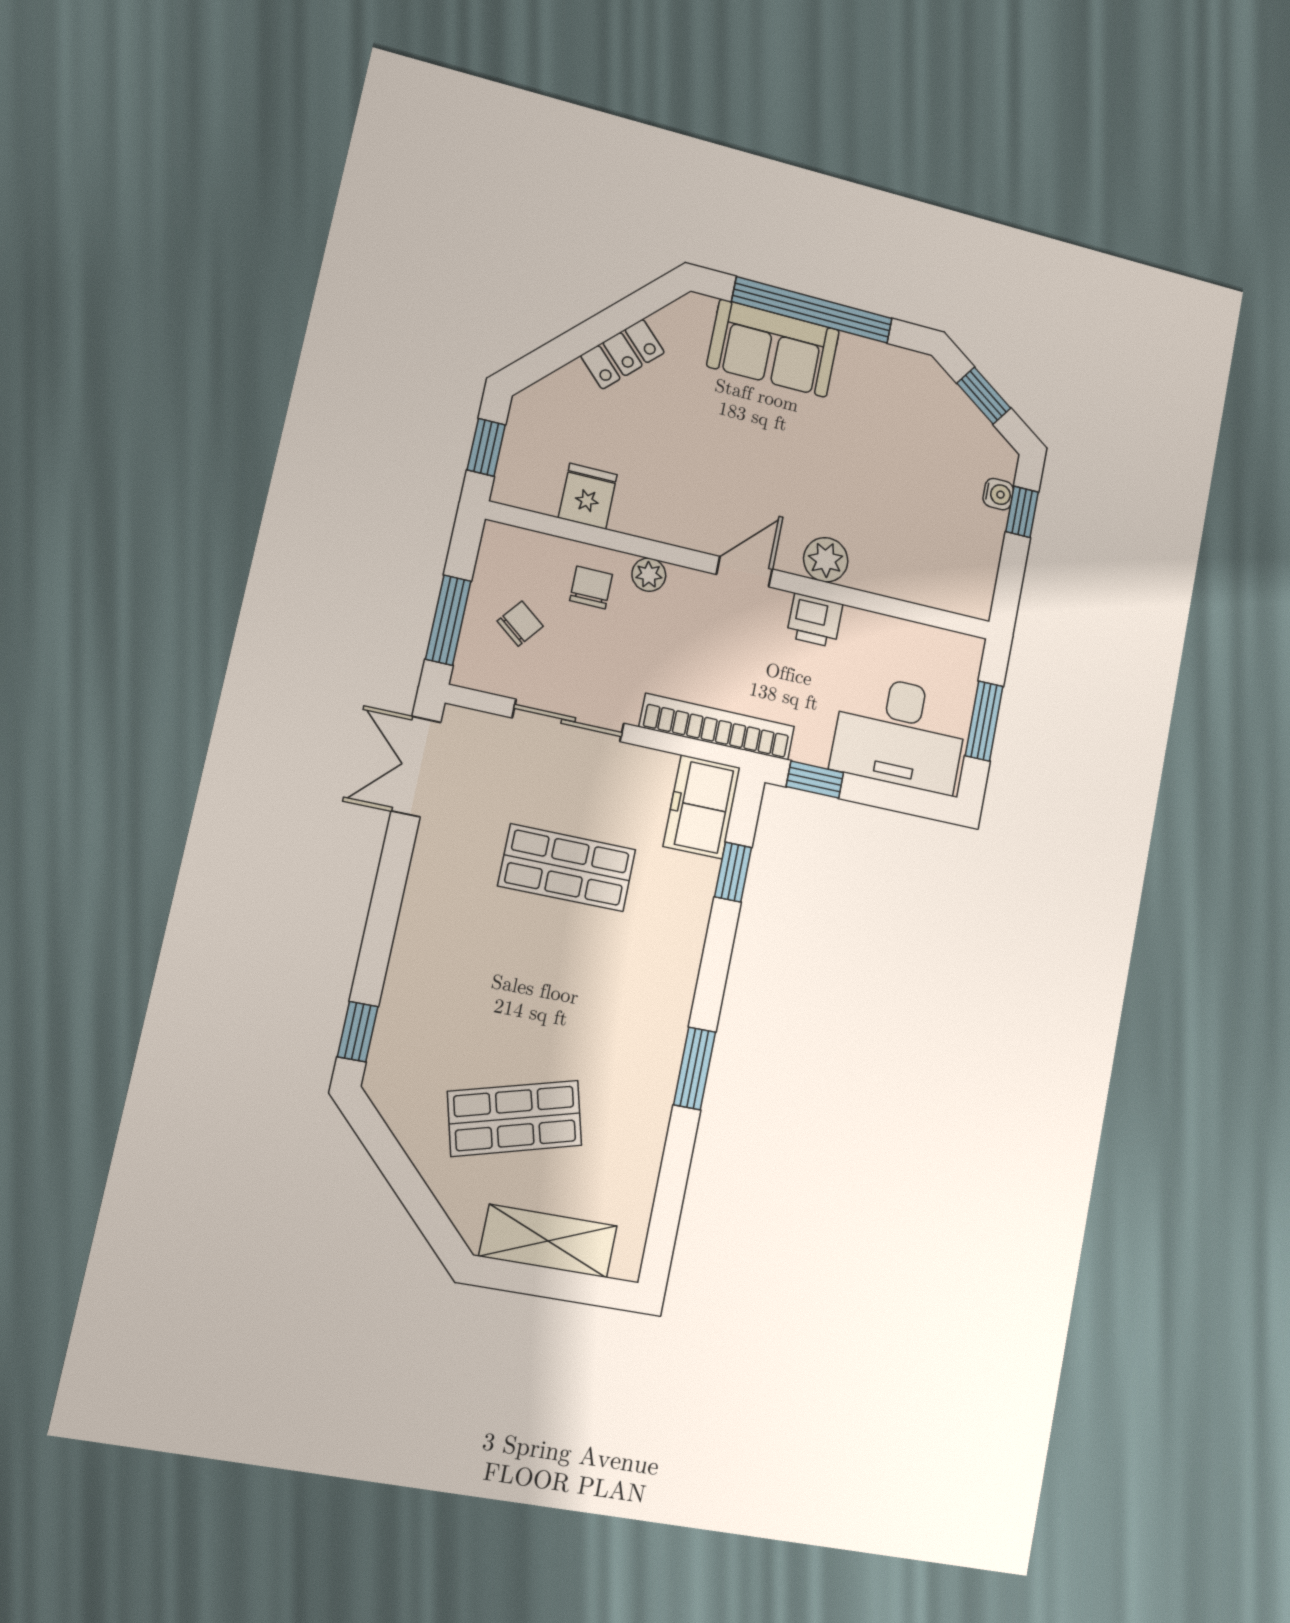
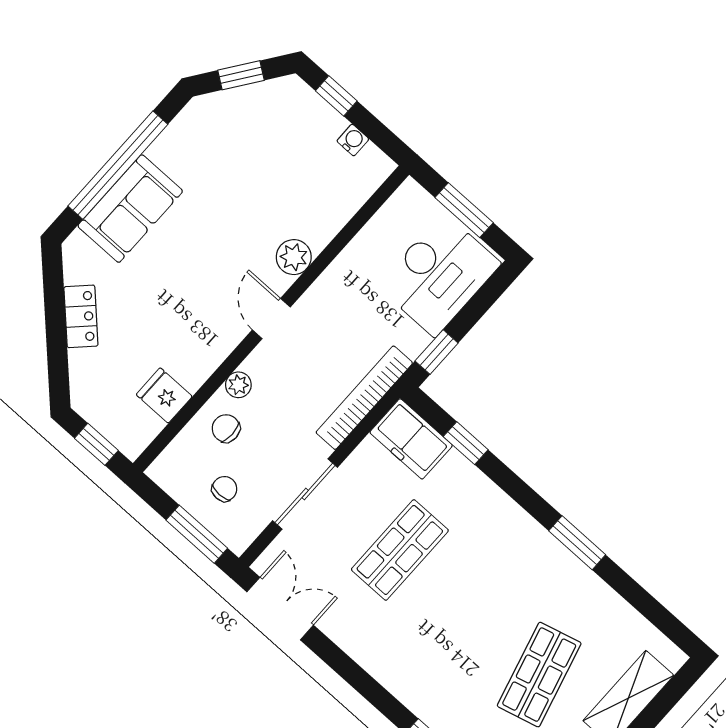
water cooler: (998, 494) -> (353, 140), moved
printer: (815, 620) -> (330, 289), removed
chair: (520, 624) -> (224, 489), turned 52
double door: (416, 767) -> (280, 609), swing flipped

